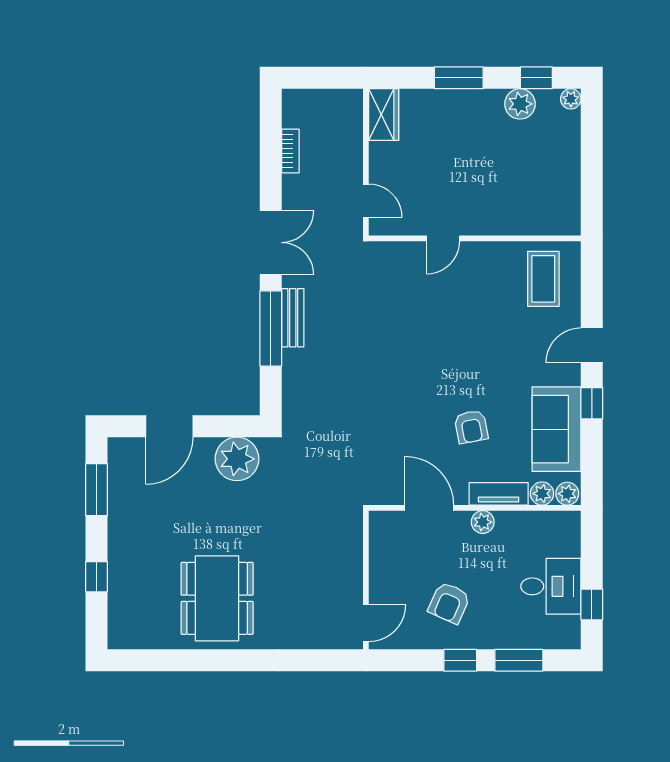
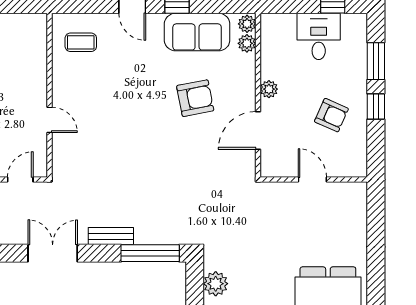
coffee table: (543, 279) -> (81, 42), width x0.73, depth x0.77
window: (271, 328) -> (150, 253), moved
armchair: (471, 427) -> (195, 98), width x1.38, depth x1.38
plant: (237, 459) -> (216, 284), width x0.73, depth x0.73
tv unit: (499, 494) -> (247, 77), removed
door: (366, 623) -> (312, 179), moved

